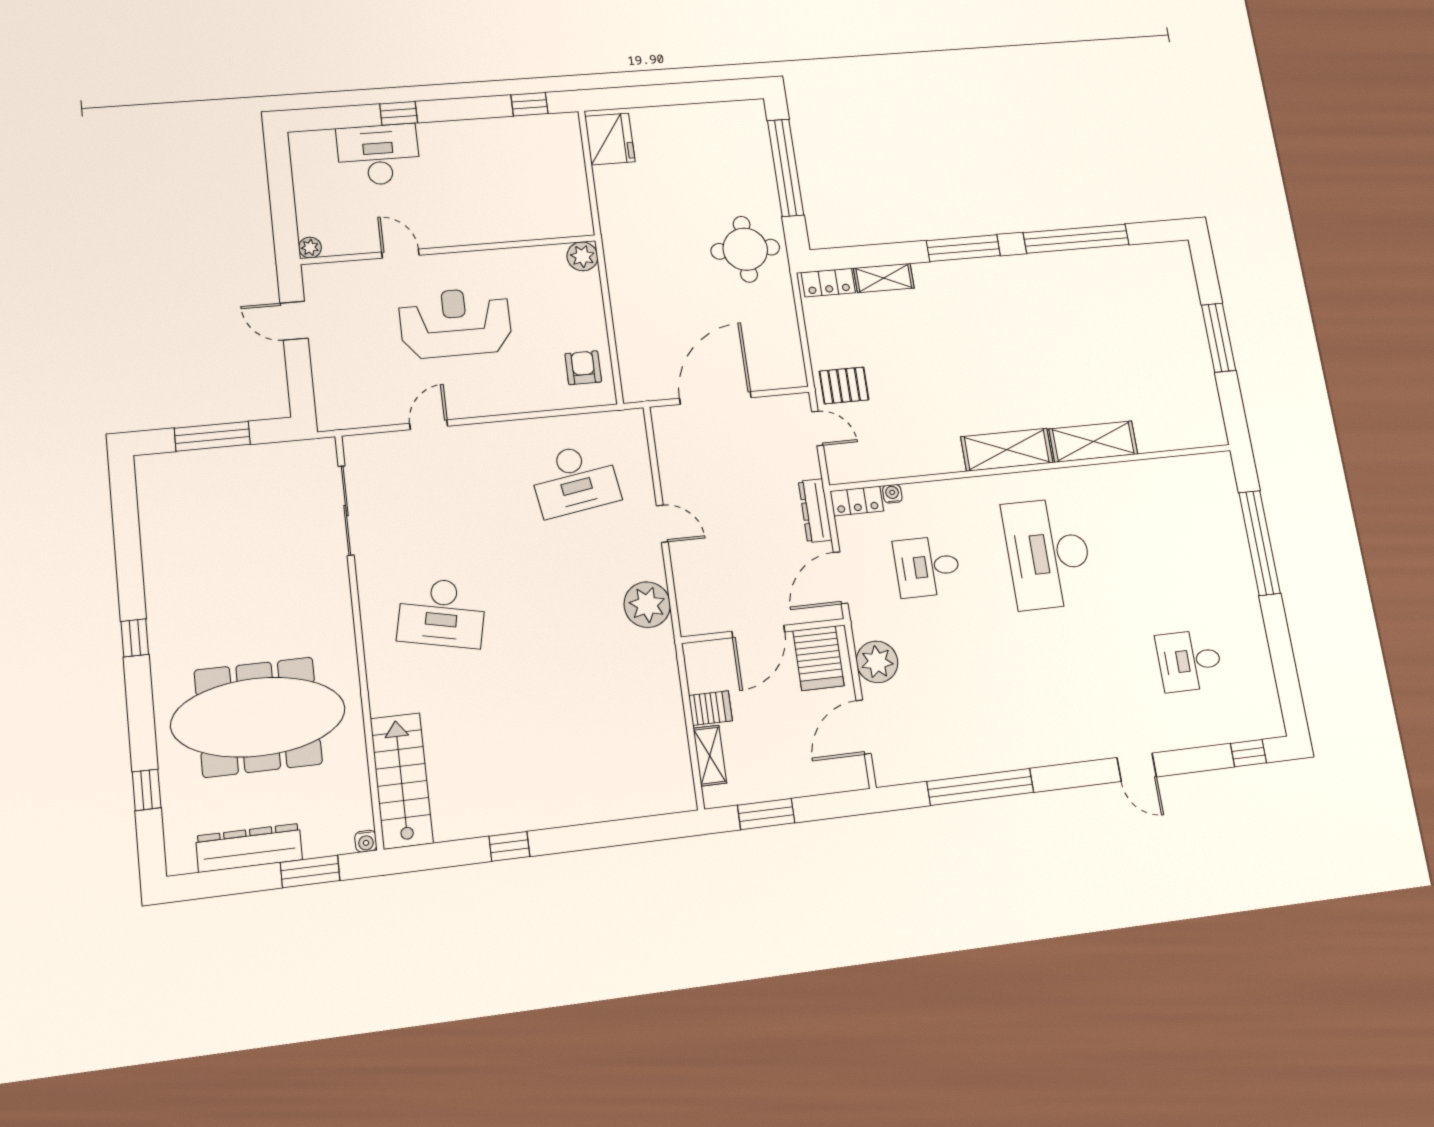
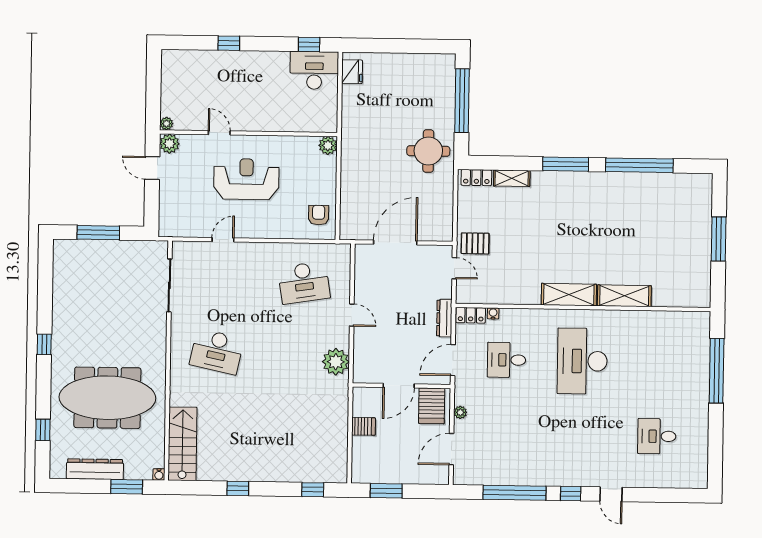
fridge: (610, 139) -> (352, 72), width x0.73, depth x0.75
desk: (378, 155) -> (314, 70), moved
plant: (319, 279) -> (169, 144), added
plant: (877, 662) -> (460, 412), width x0.53, depth x0.53
window: (1249, 753) -> (571, 494), moved
shelving: (710, 756) -> (359, 453), removed
window: (640, 830) -> (313, 490), added

